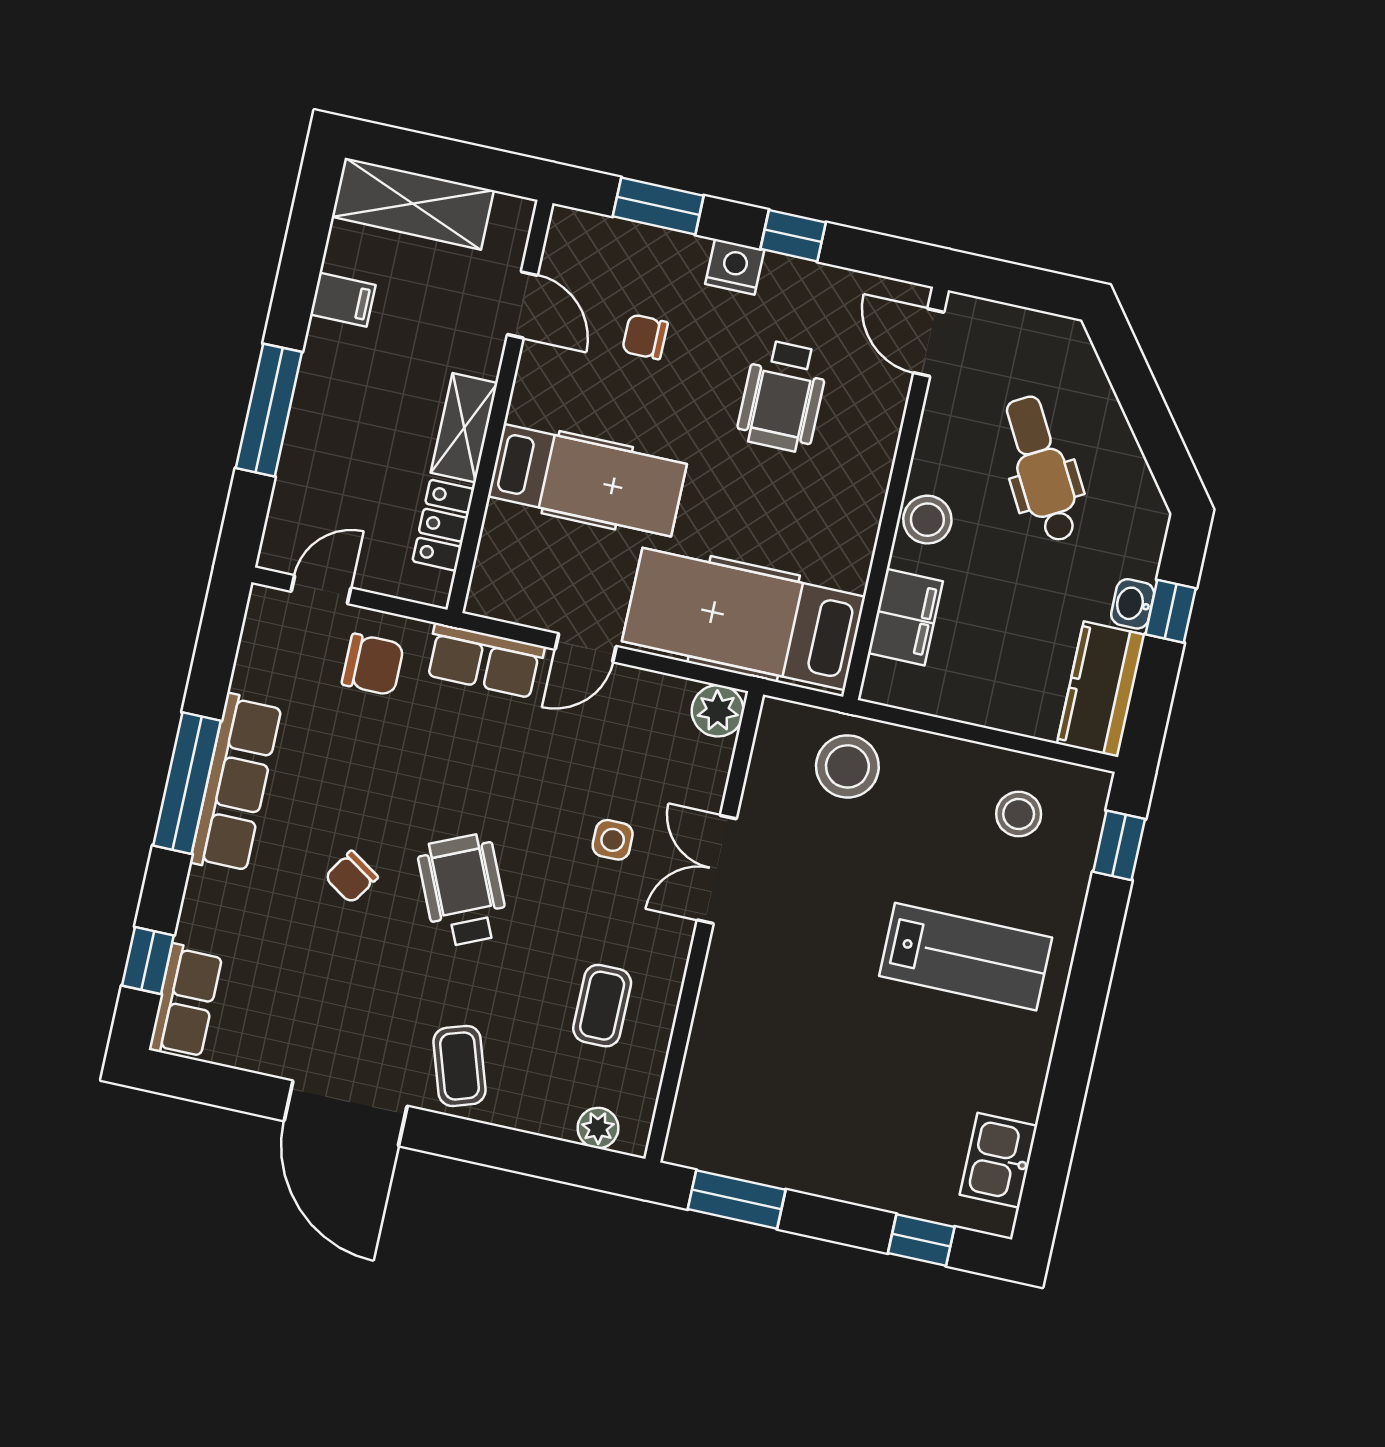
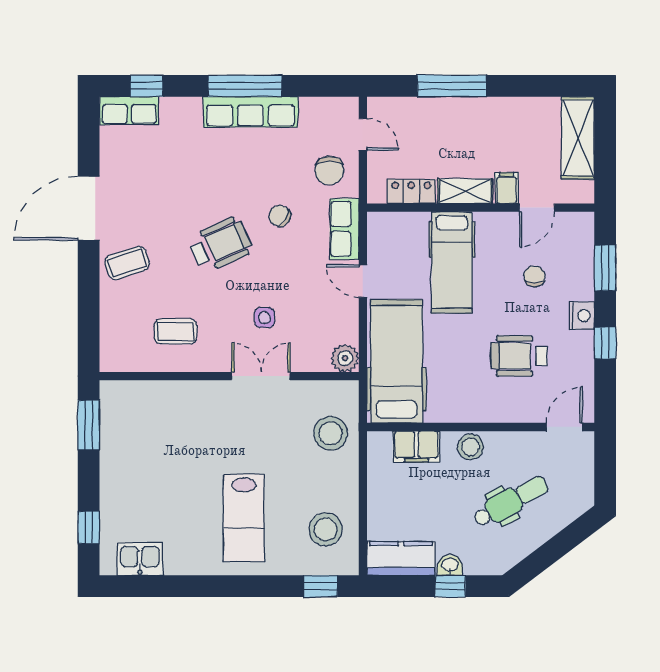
filing cabinet: (343, 300) -> (507, 188), moved, turned 180
stool: (1019, 814) -> (325, 529), width x1.38, depth x1.38
chair: (351, 877) -> (280, 216), moved
plant: (598, 1128) -> (110, 343), removed

